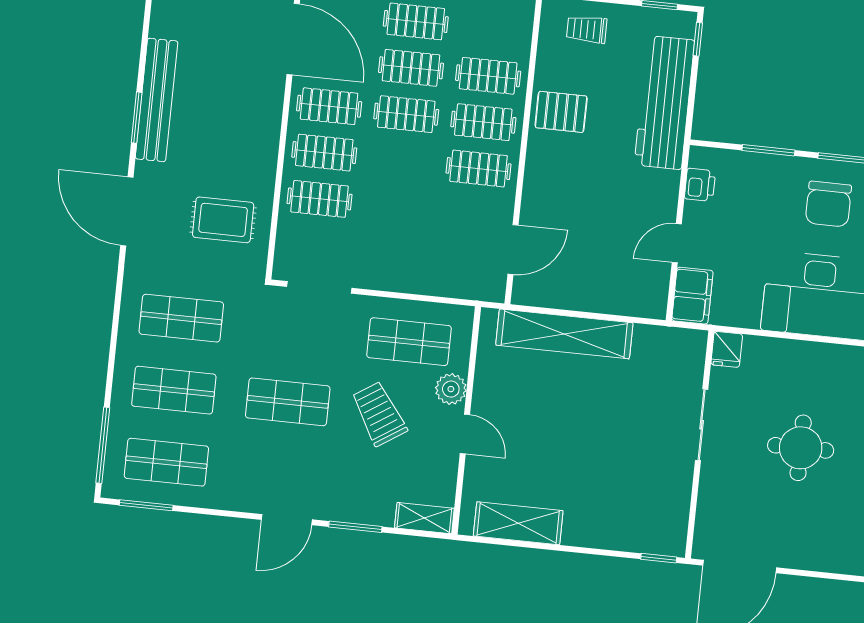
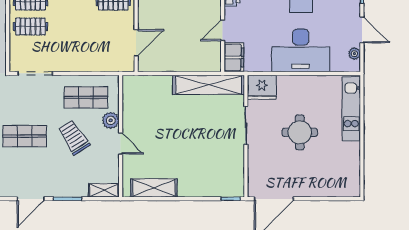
shelving: (564, 334) -> (209, 85), moved
fridge: (727, 349) -> (262, 87), width x1.88, depth x1.34

